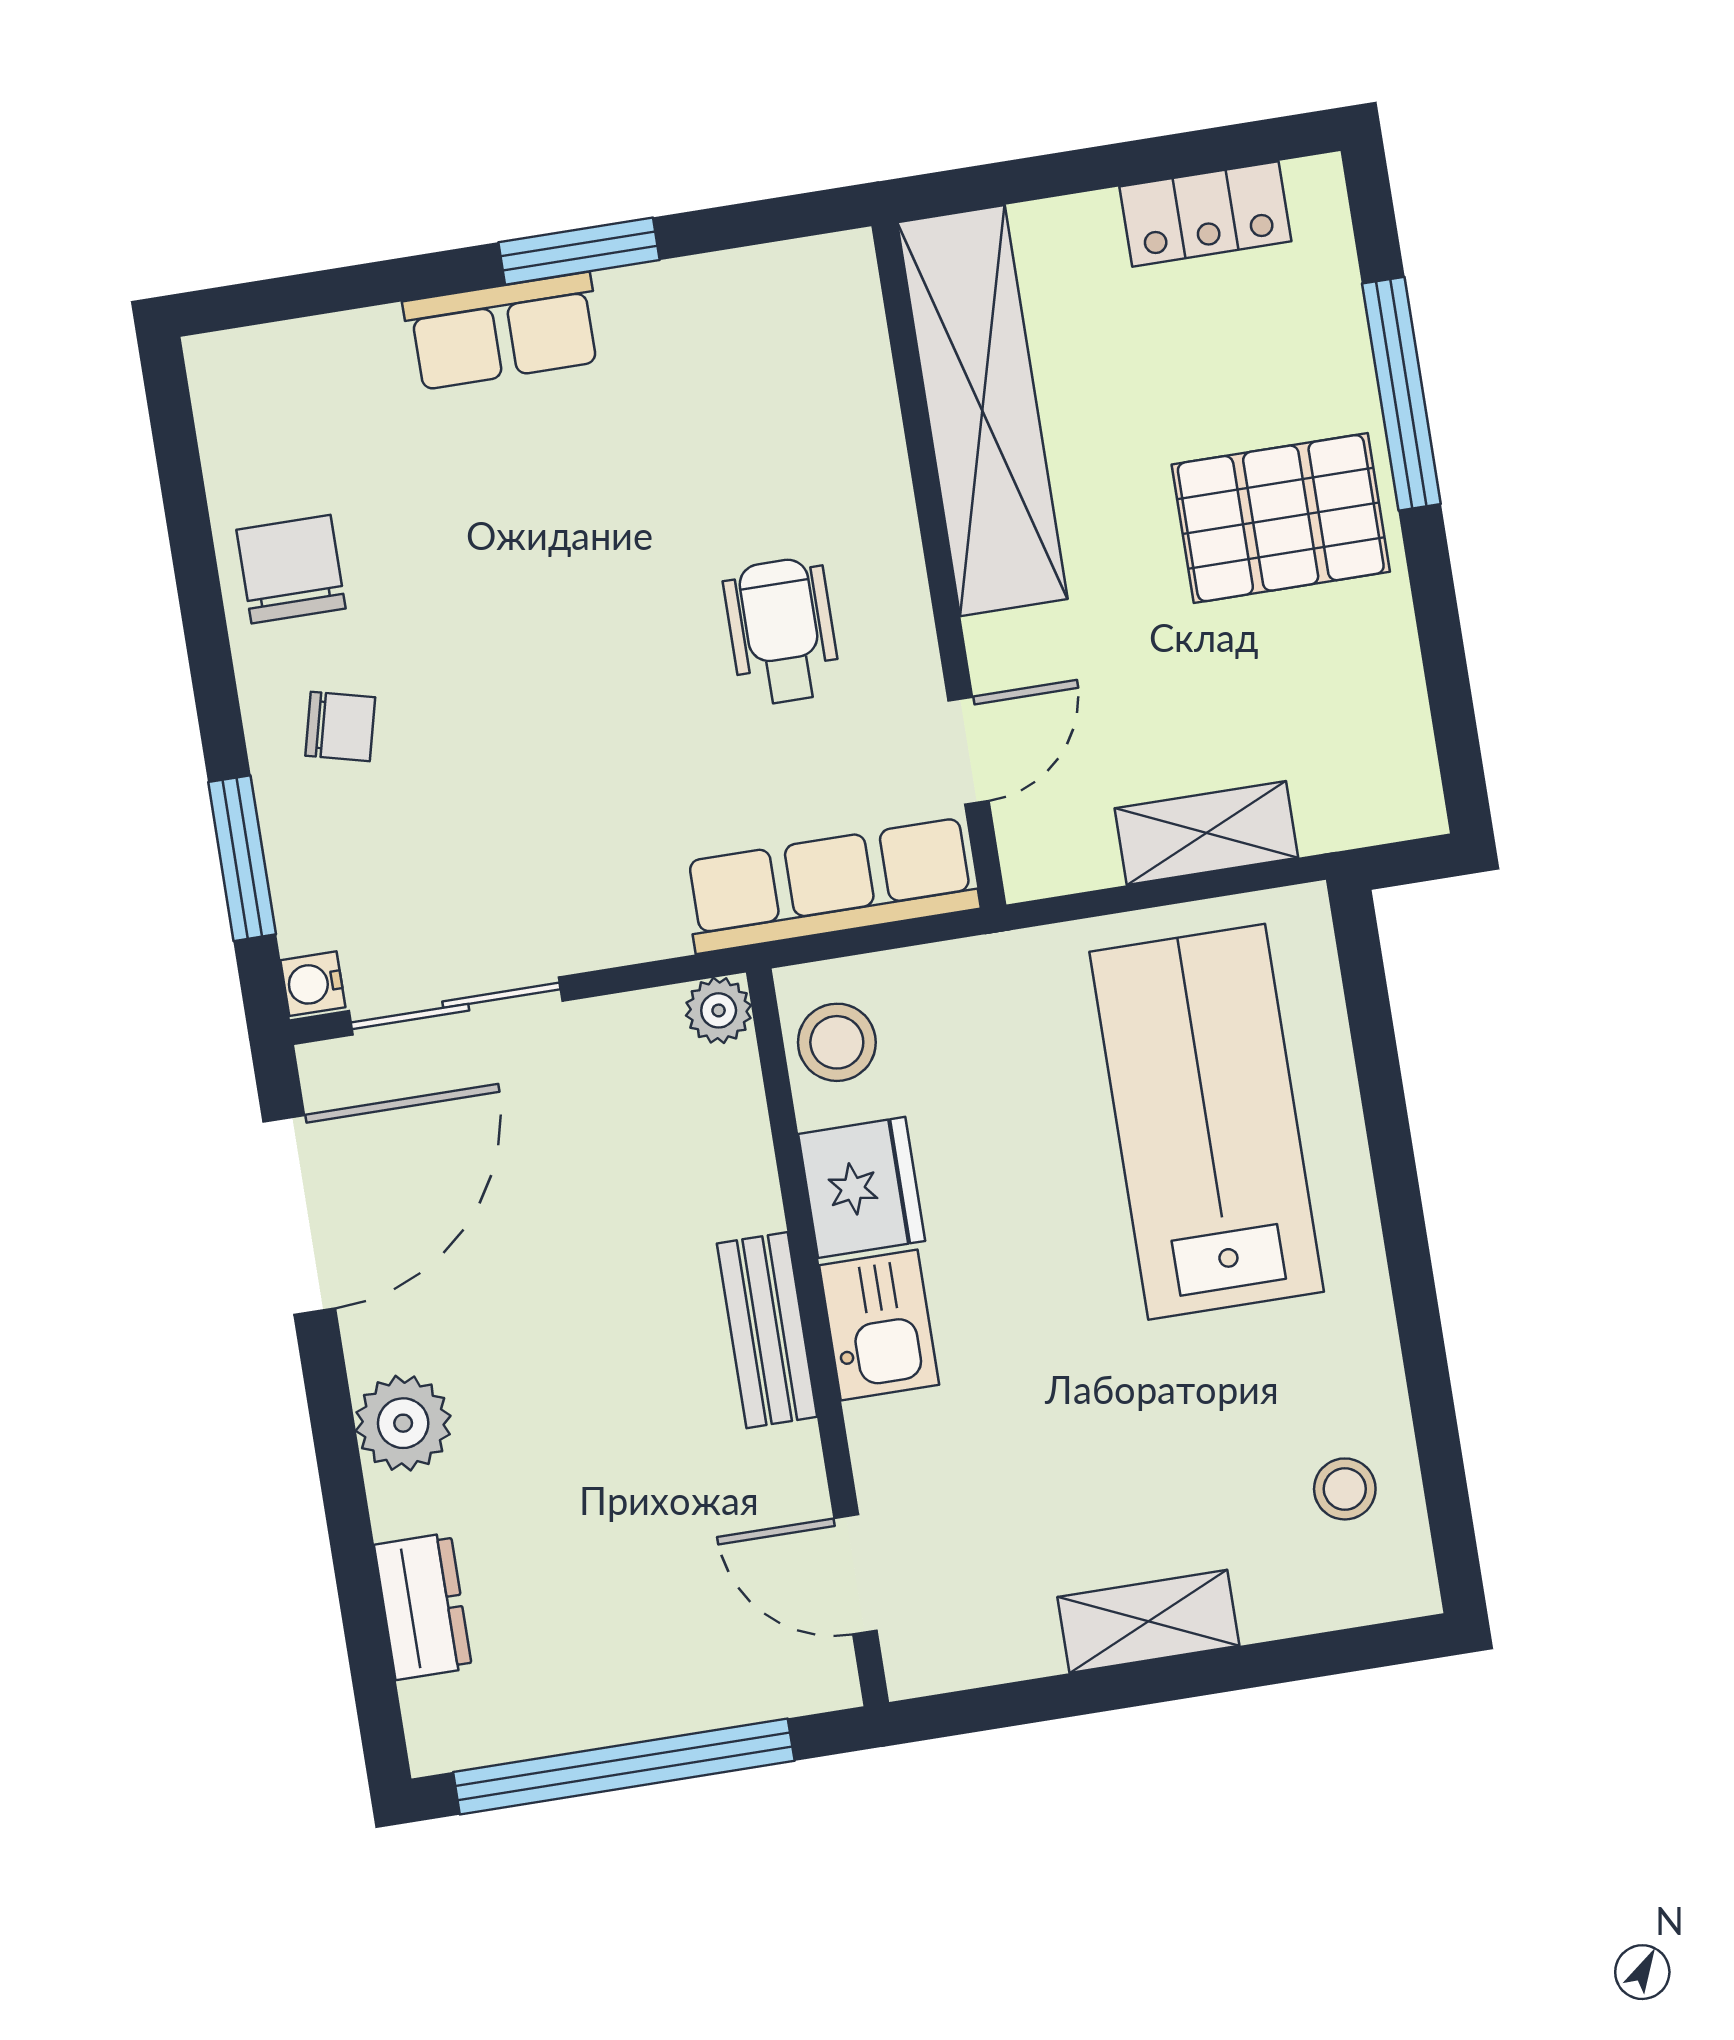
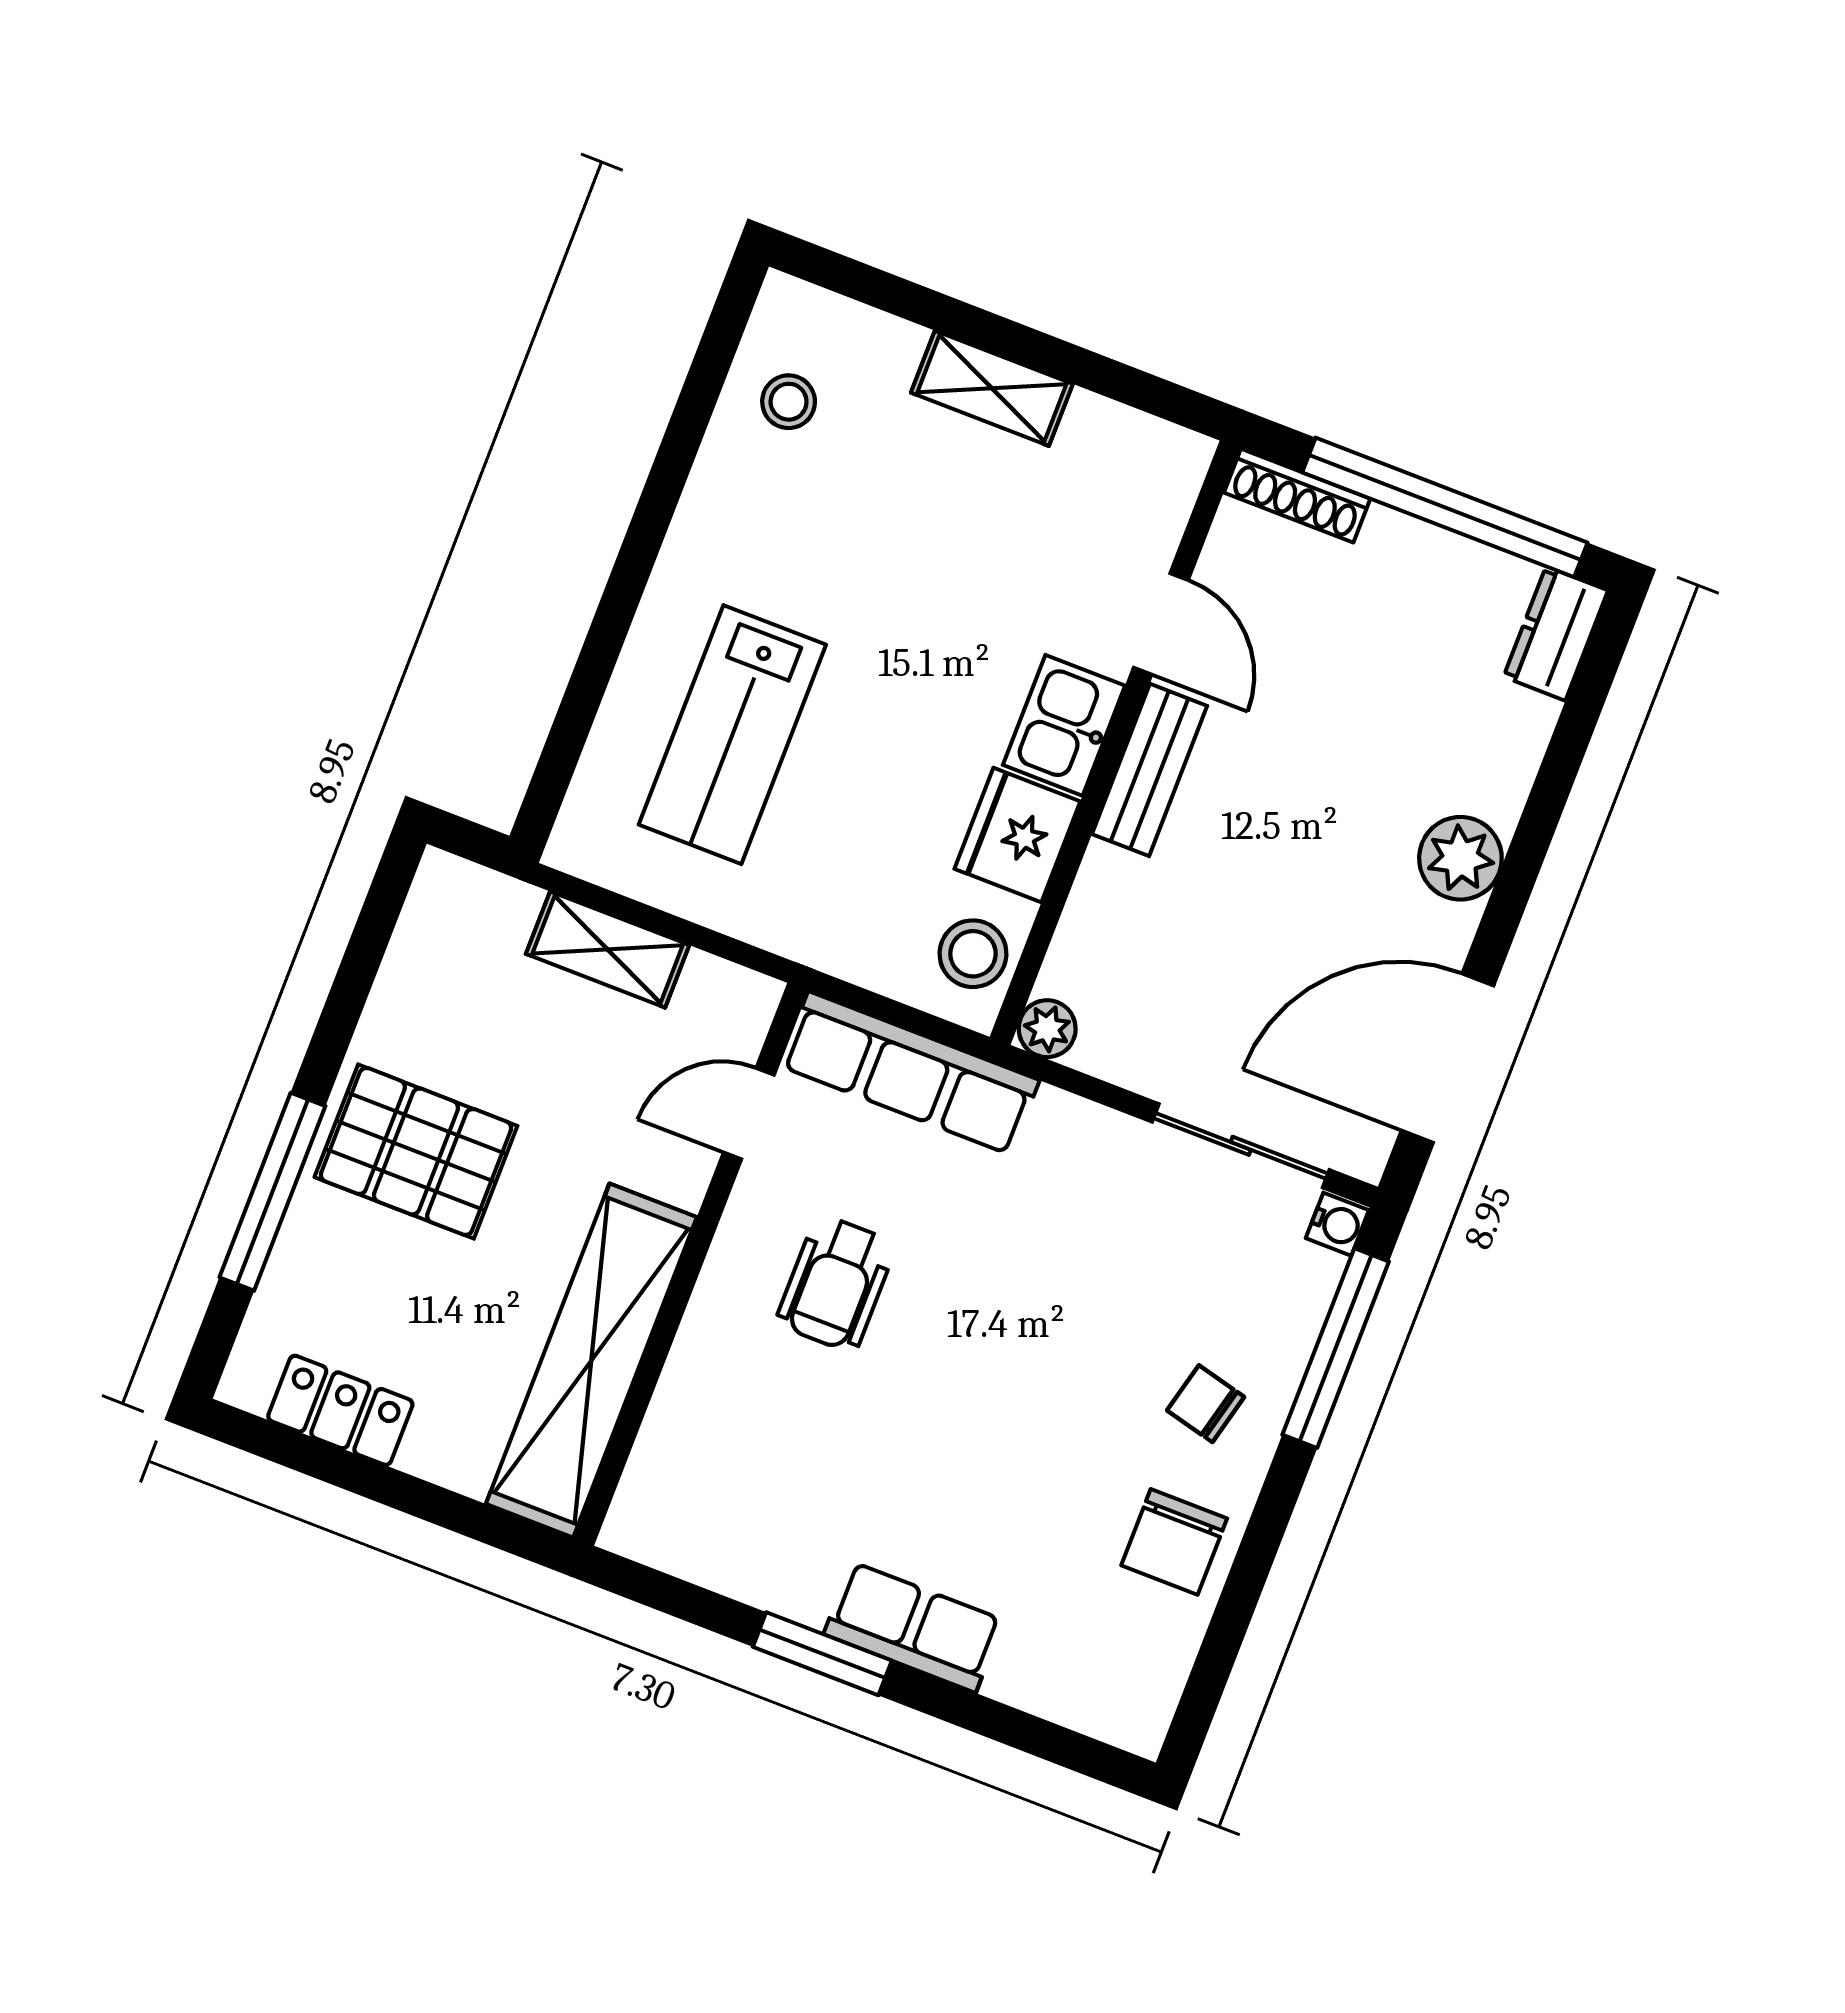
window: (242, 858) -> (1336, 1348), width x1.44
lab bench: (1207, 1122) -> (732, 735), width x0.73, depth x0.72
door: (856, 1574) -> (1161, 624), moved
dresser: (423, 1606) -> (1556, 634), moved
shoe rack: (779, 1692) -> (1297, 496), added

